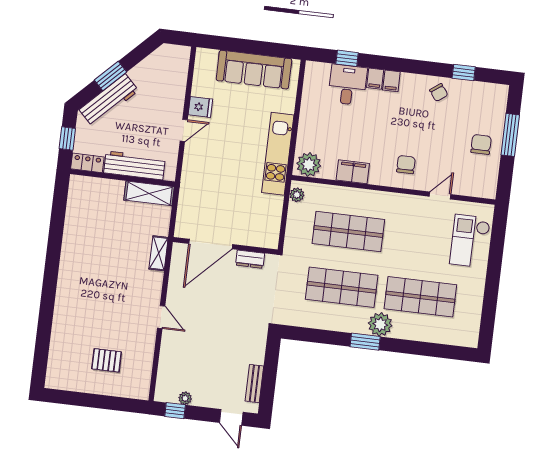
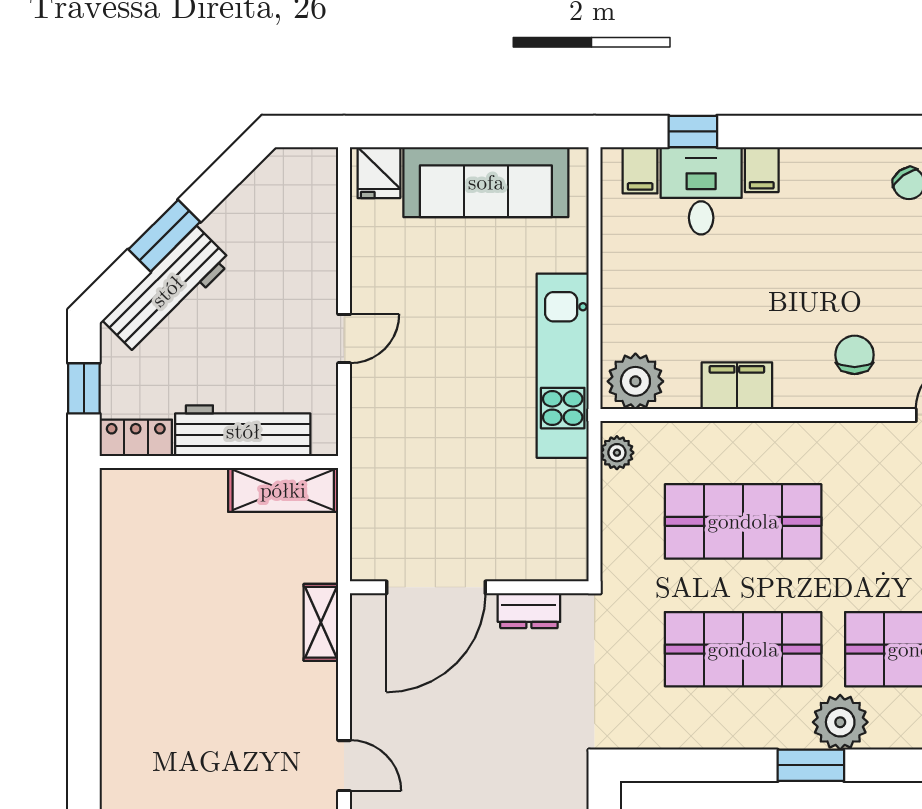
filing cabinet: (391, 81) -> (640, 170), moved
fridge: (200, 107) -> (379, 173), moved, turned 90

